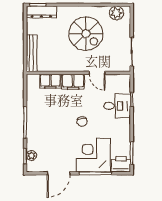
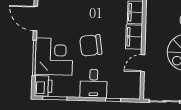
desk: (117, 106) -> (94, 84), moved
chair: (82, 121) -> (91, 45), width x1.87, depth x1.87

